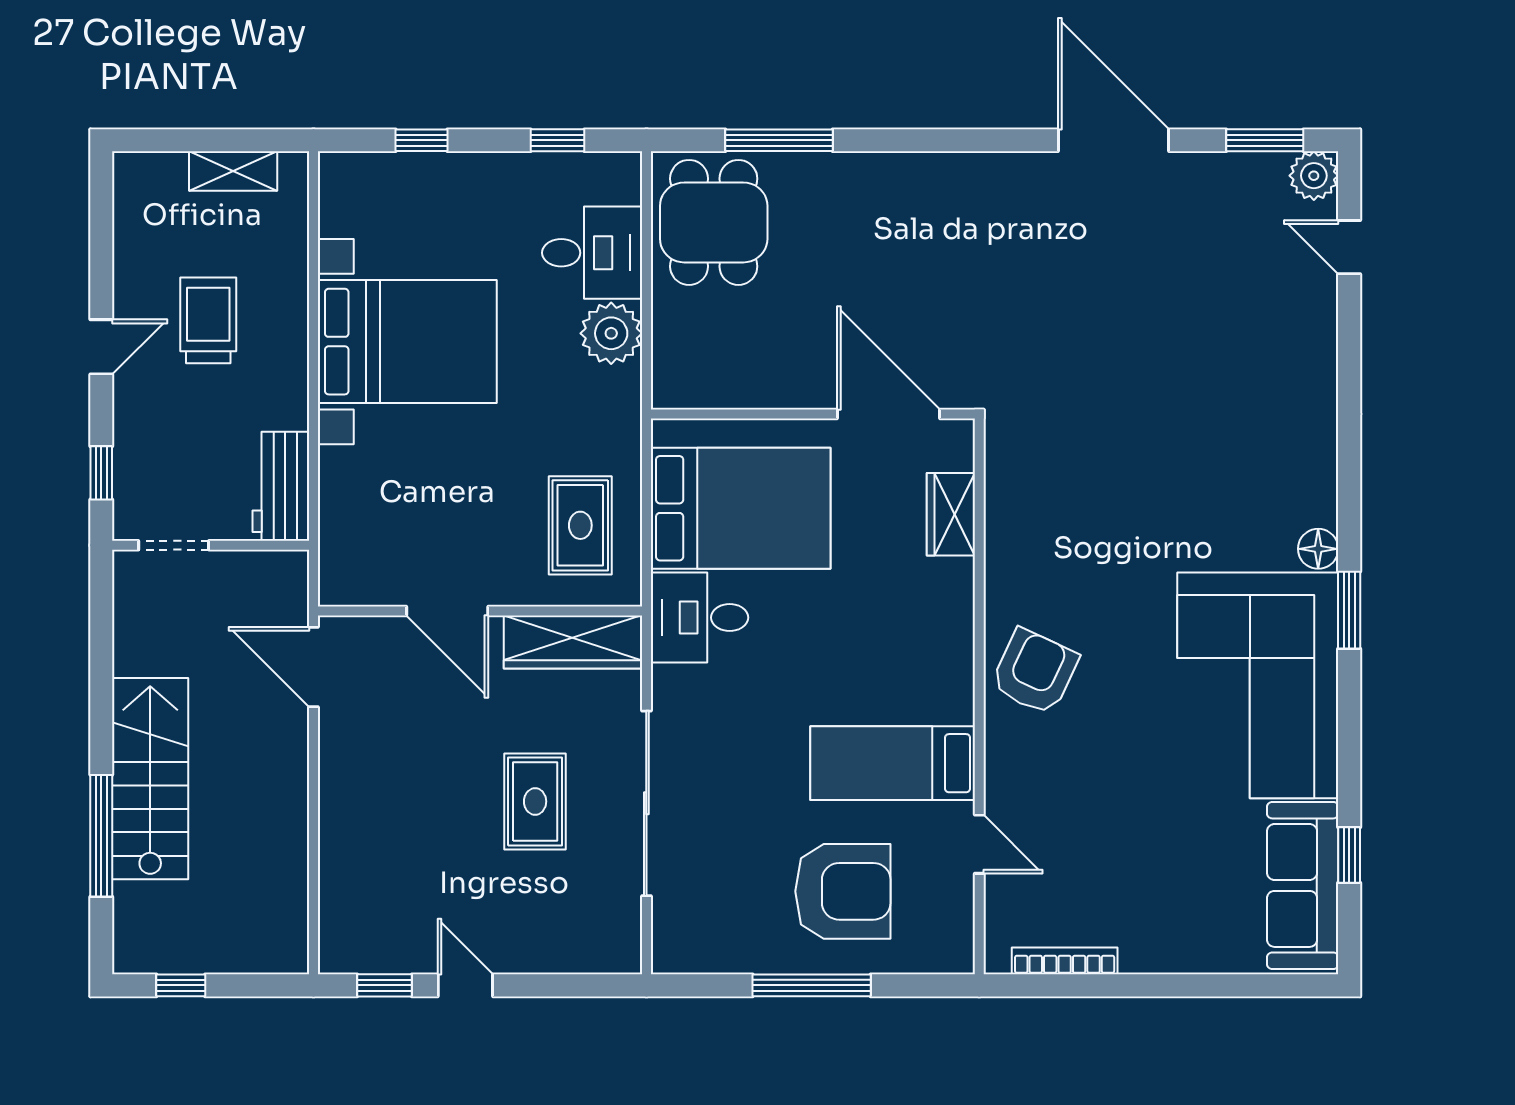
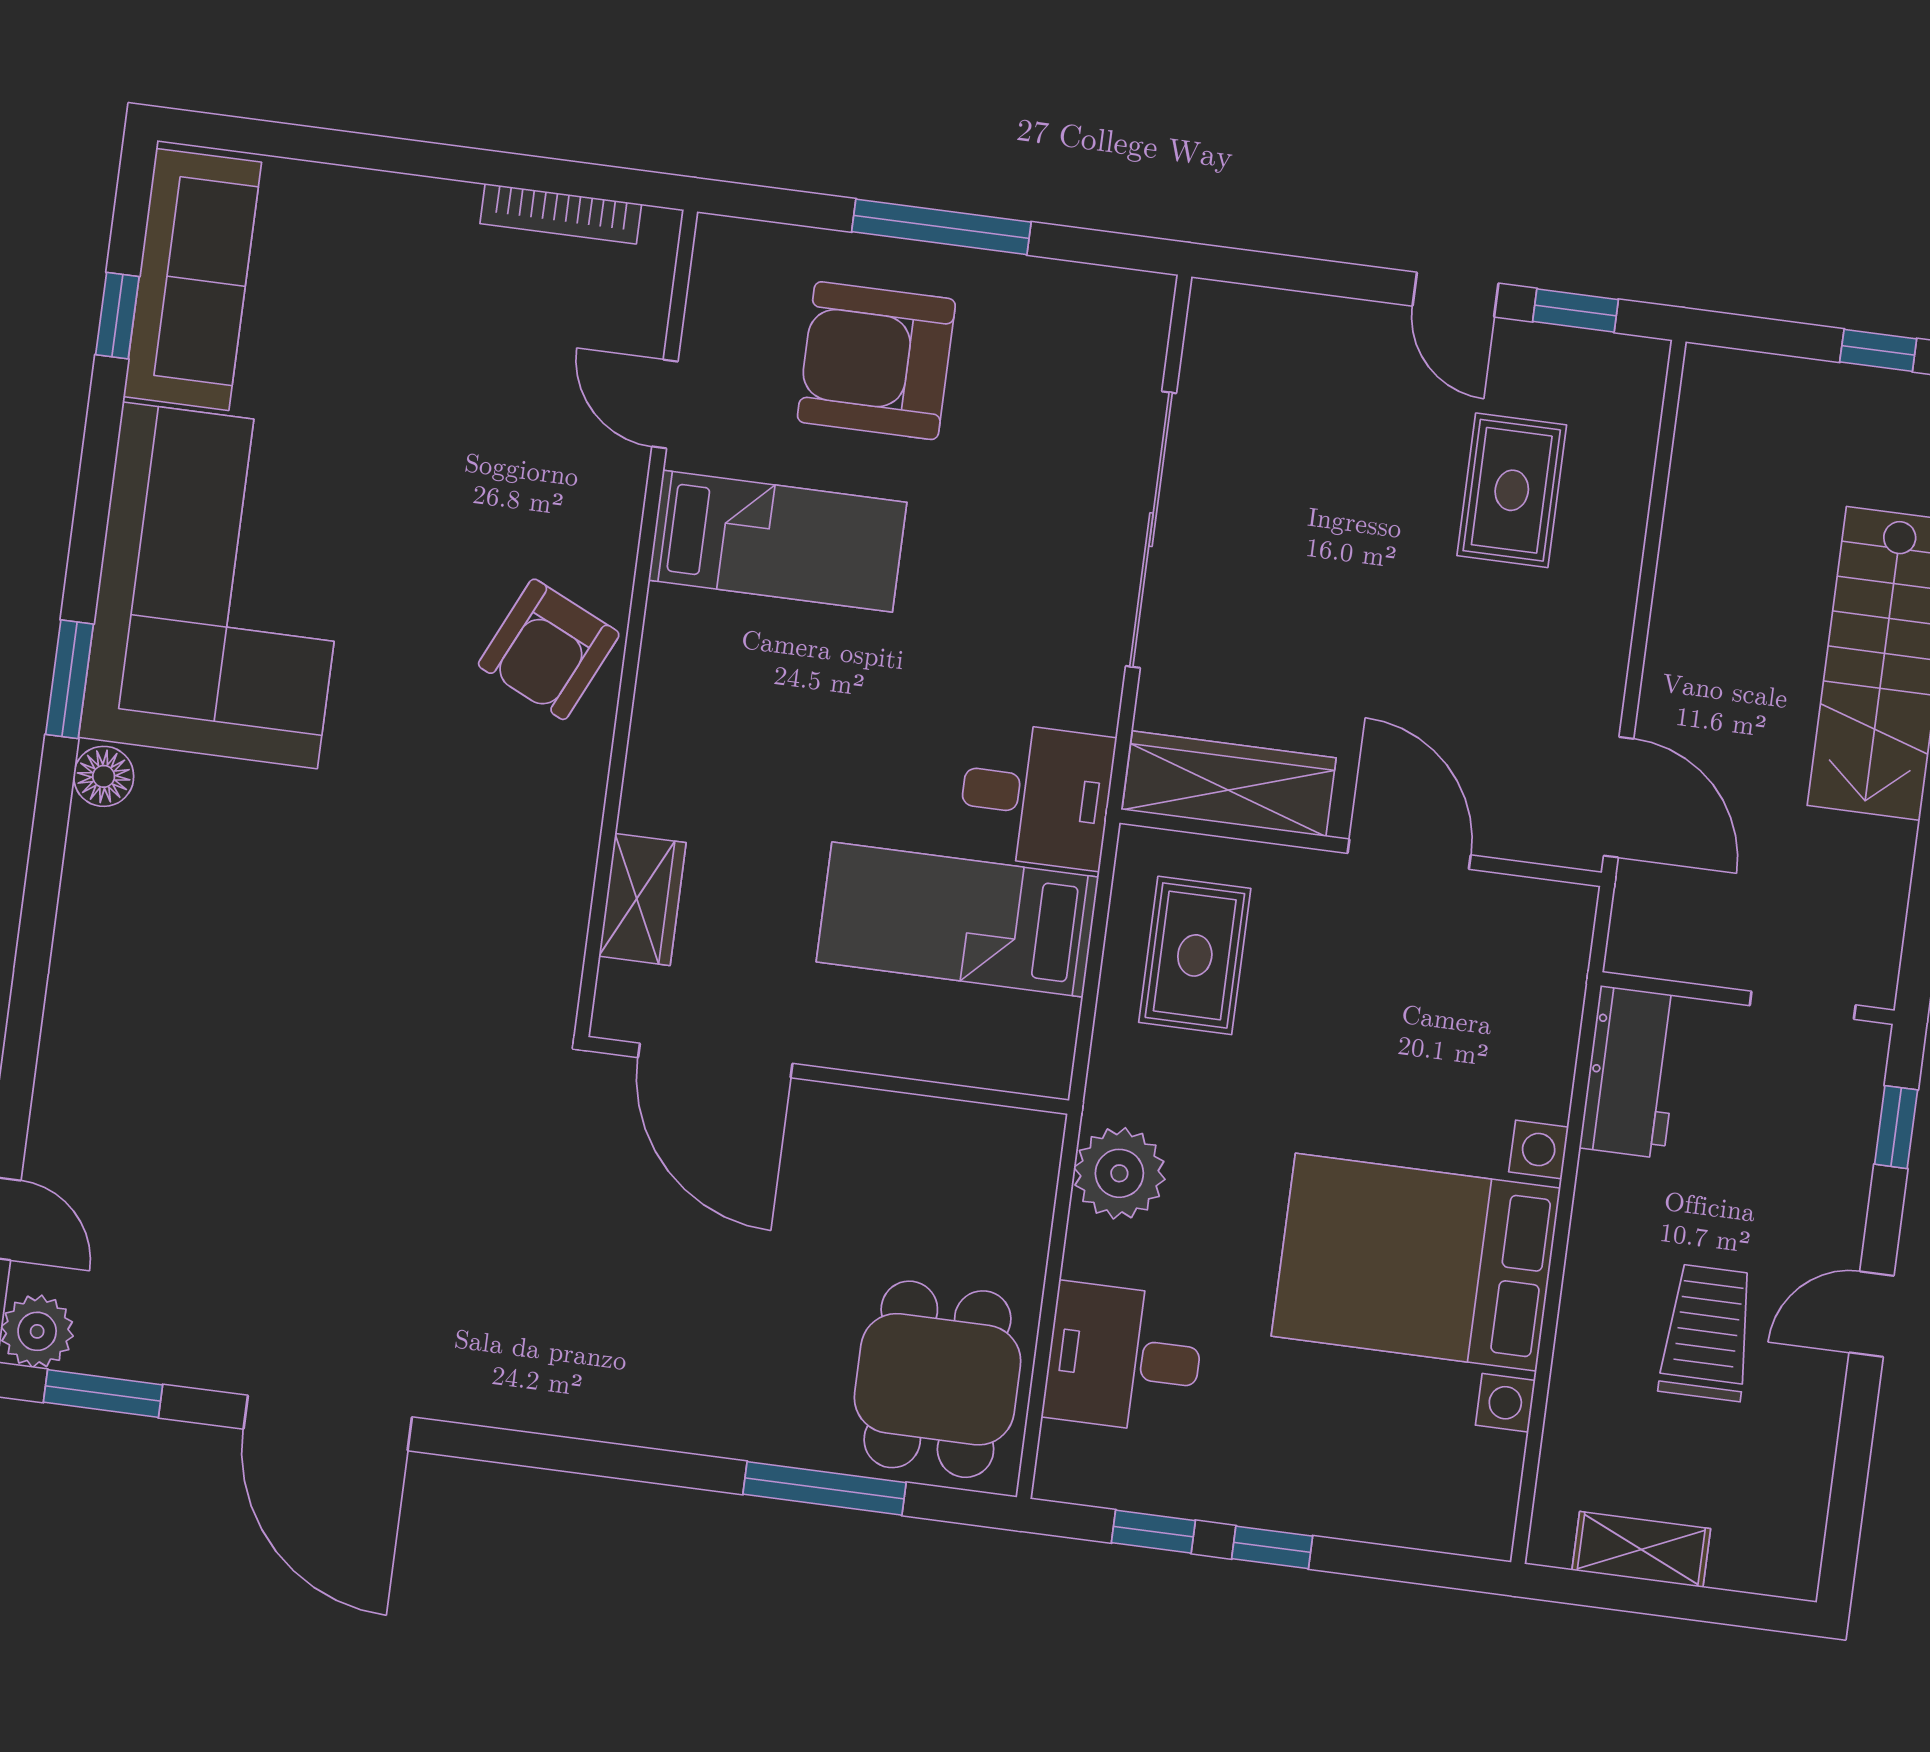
window: (421, 140) -> (1272, 1547), moved
trolley: (208, 320) -> (1707, 1333), turned 180
plant: (611, 333) -> (1119, 1173), moved
bed: (741, 508) -> (957, 920), width x0.67
rug: (535, 801) -> (1512, 490), moved

